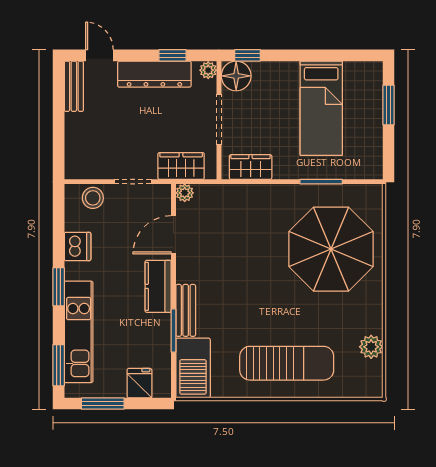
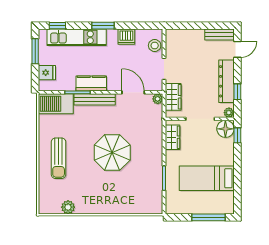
window: (389, 105) -> (209, 217), width x1.44
parasol: (331, 249) -> (112, 152), moved, width x0.73, depth x0.73
kitchen counter: (158, 286) -> (91, 84), moved
bench: (186, 310) -> (95, 99), width x1.36
sun lounger: (287, 363) -> (59, 158), width x0.73, depth x0.75
window: (59, 365) -> (57, 26), width x0.67

